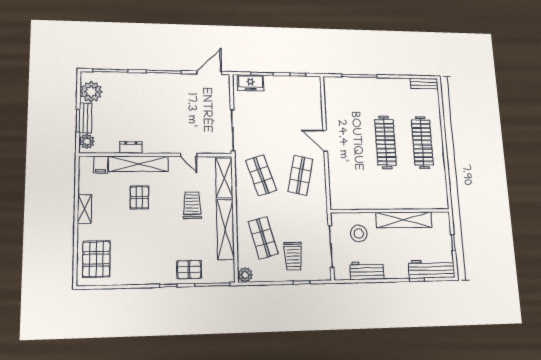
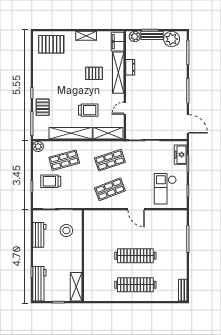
checkout: (296, 103) -> (165, 189), added
door: (325, 141) -> (136, 209), swing flipped
filing cabinet: (101, 165) -> (118, 42), width x2.00
shop shelf: (300, 175) -> (110, 189), turned -33
shelving: (404, 220) -> (76, 287), moved, width x0.68

